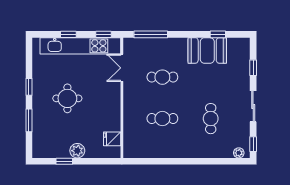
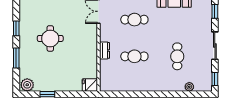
dresser: (129, 112) -> (105, 50), added
fridge: (112, 139) -> (90, 85), moved
plant: (77, 151) -> (27, 85), moved
plant: (239, 153) -> (189, 87), moved

